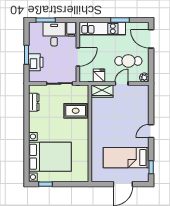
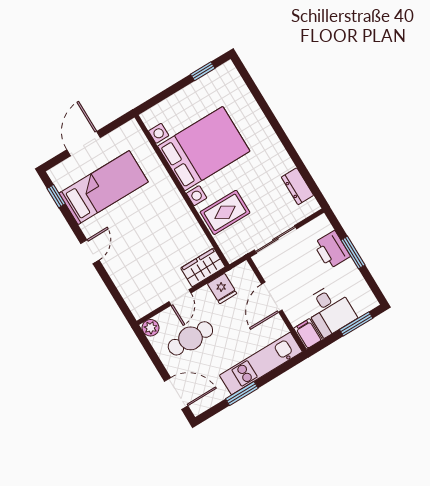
bed with nightstands: (50, 157) -> (204, 149), moved, turned 180

